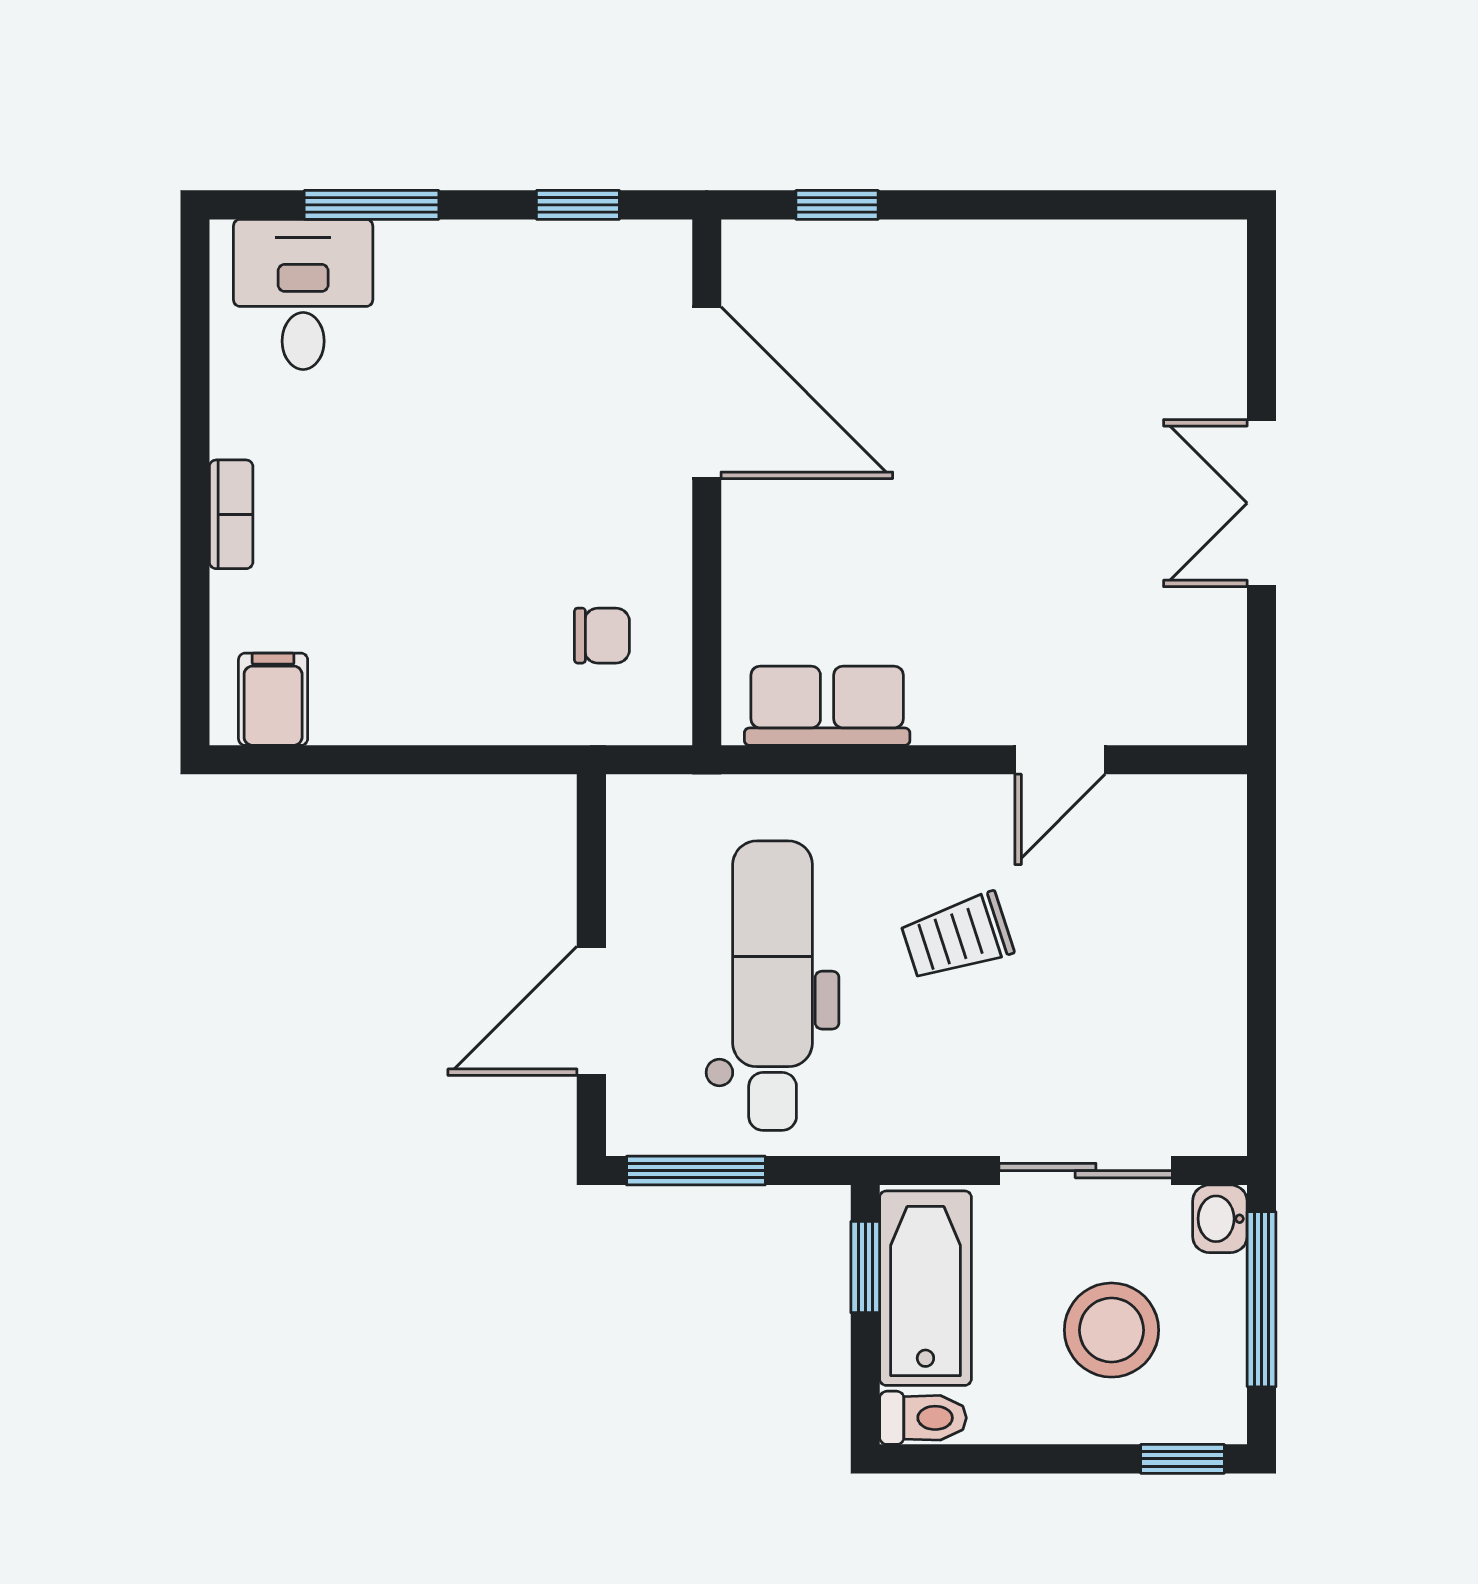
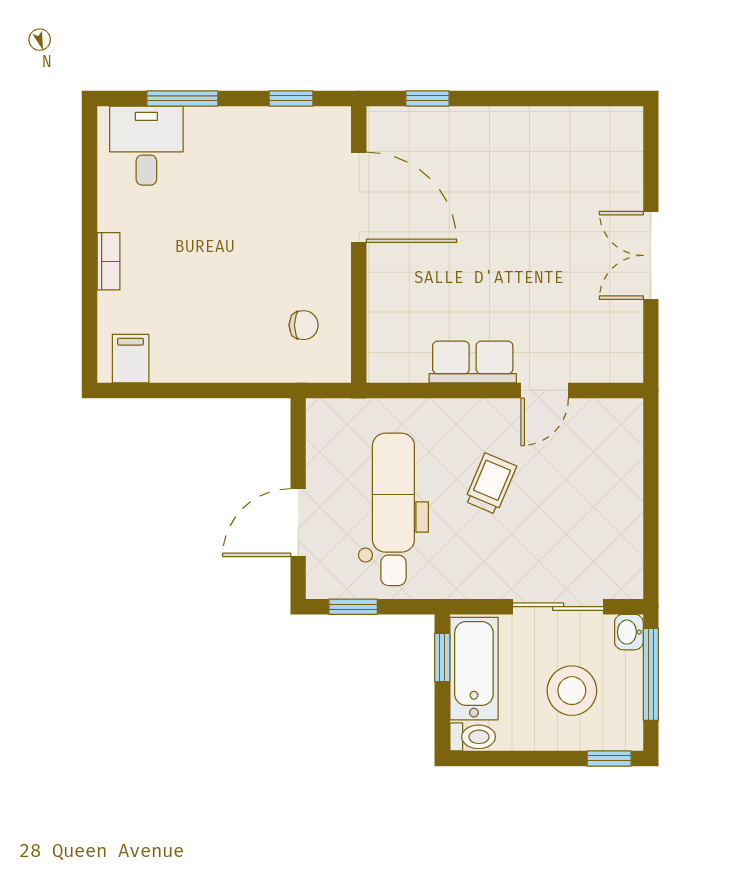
row of seats: (827, 706) -> (473, 362), moved
trolley: (957, 937) -> (491, 484), turned 131
window: (696, 1171) -> (353, 607), width x0.67

